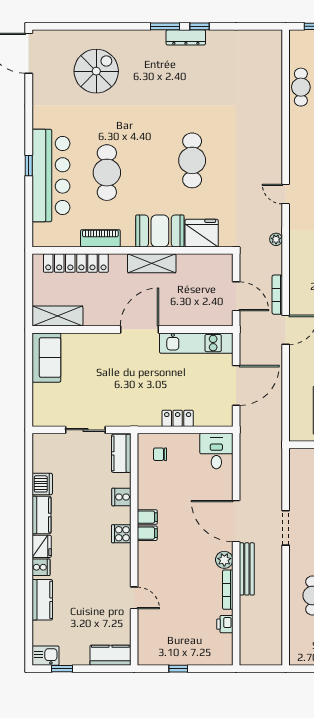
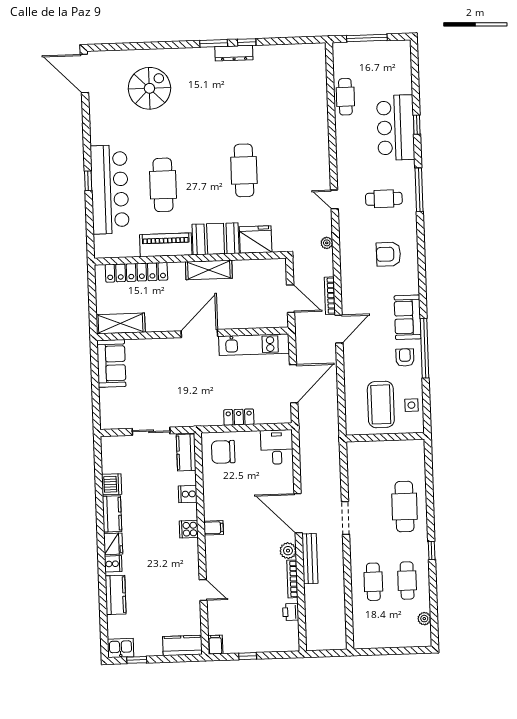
piano: (100, 238) -> (166, 245), width x1.37, depth x1.33
chair: (160, 454) -> (223, 452), width x1.87, depth x1.87
filing cabinet: (147, 517) -> (215, 645), moved, turned -90

